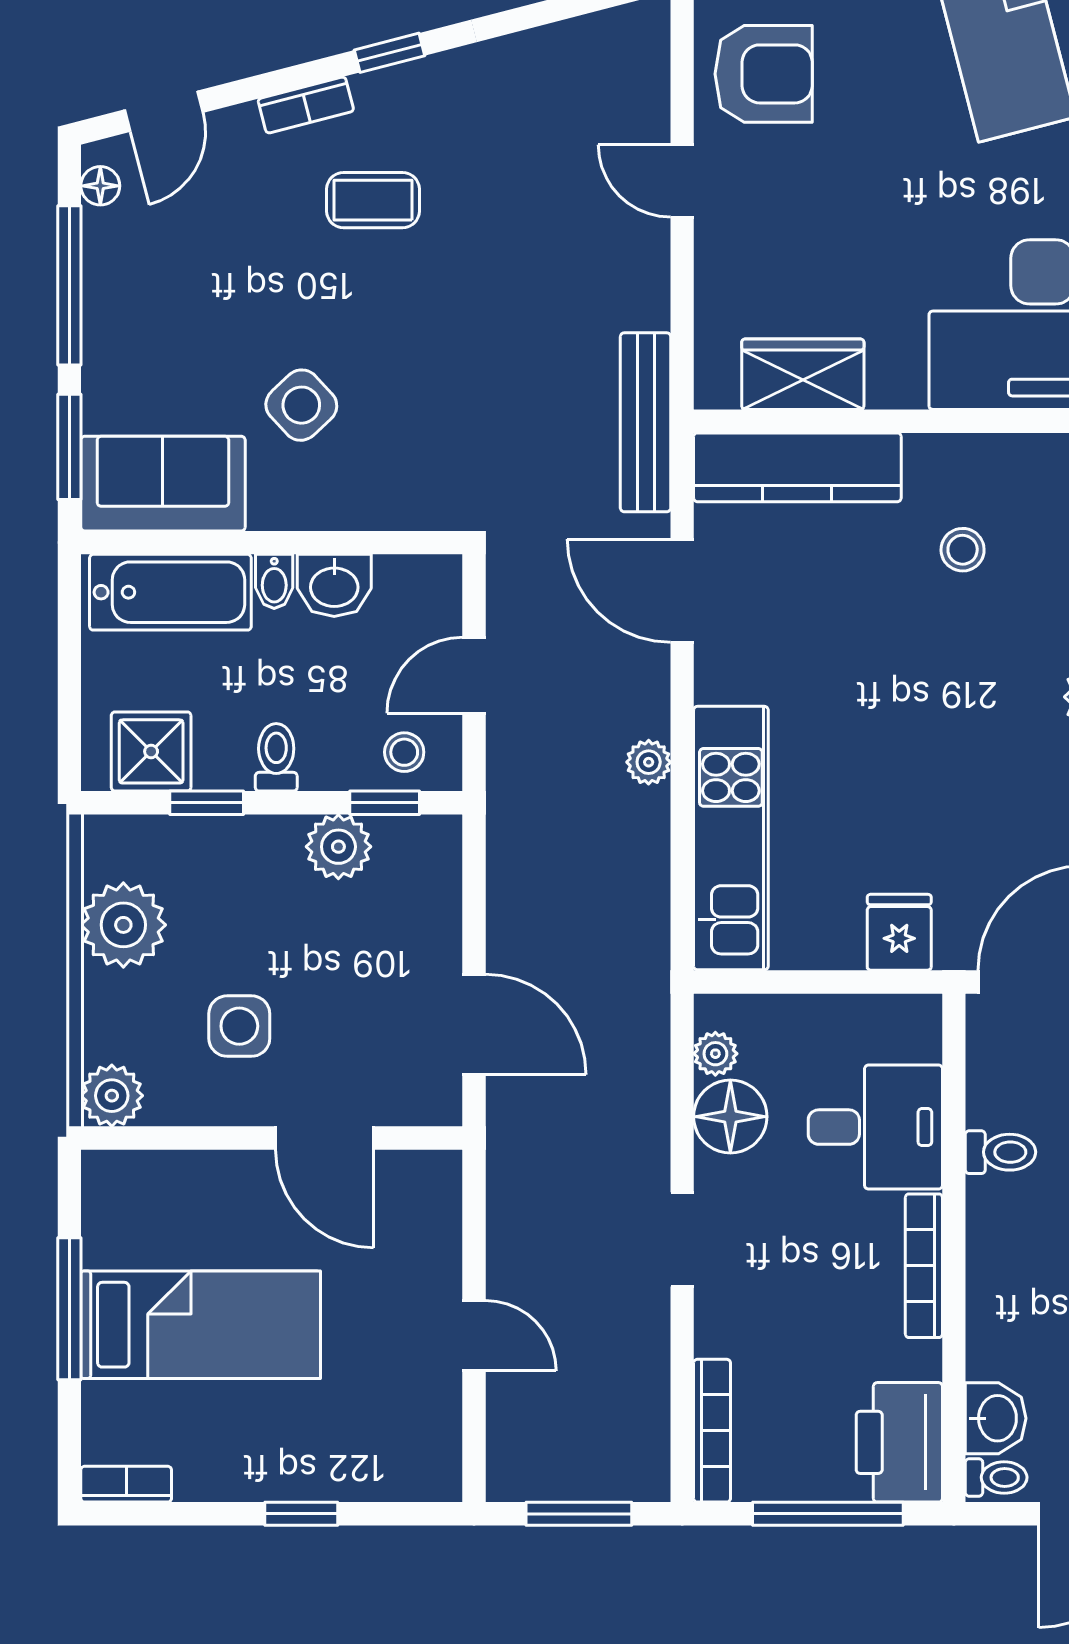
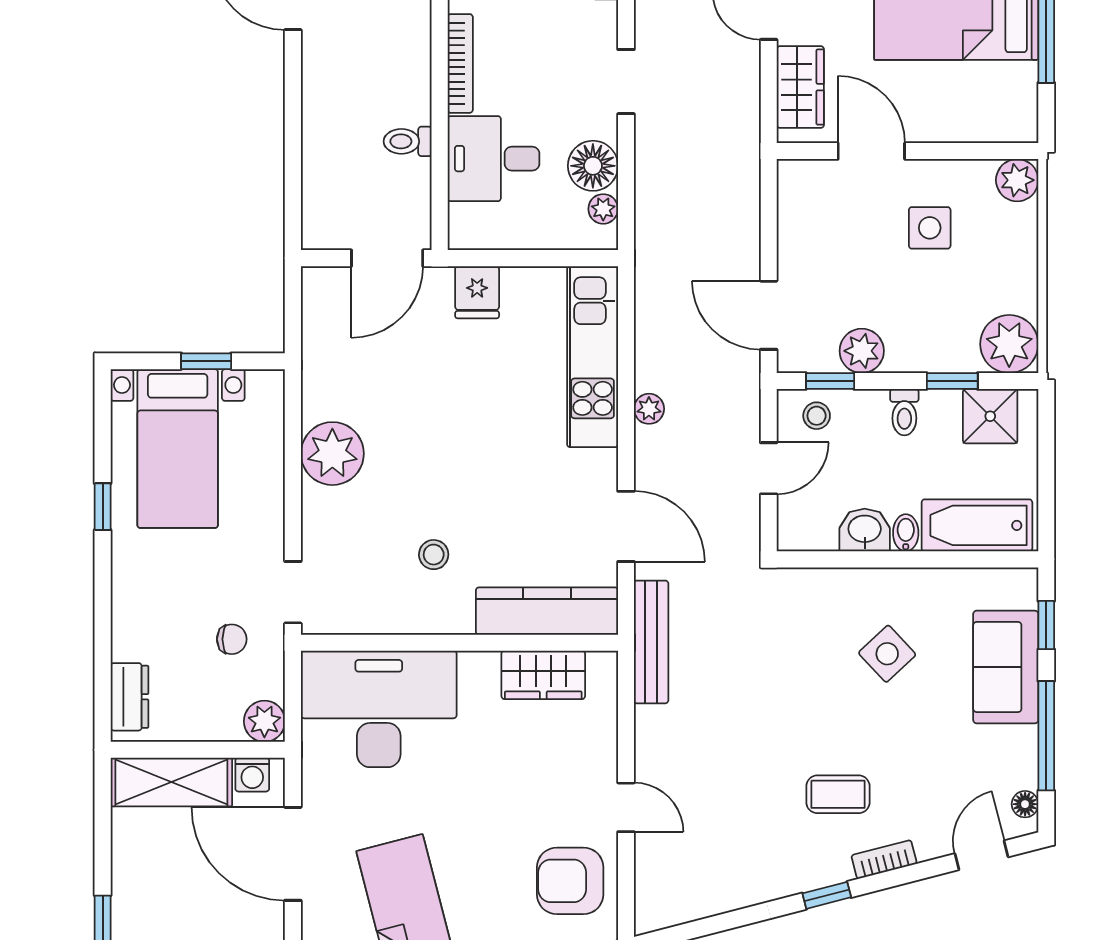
window: (69, 447) -> (1046, 625), width x0.67
sofa: (163, 484) -> (1006, 667), moved, turned 90
plant: (123, 925) -> (1009, 344), moved
door: (474, 1024) -> (769, 315), moved
wardrobe: (428, 1231) -> (800, 87), added

